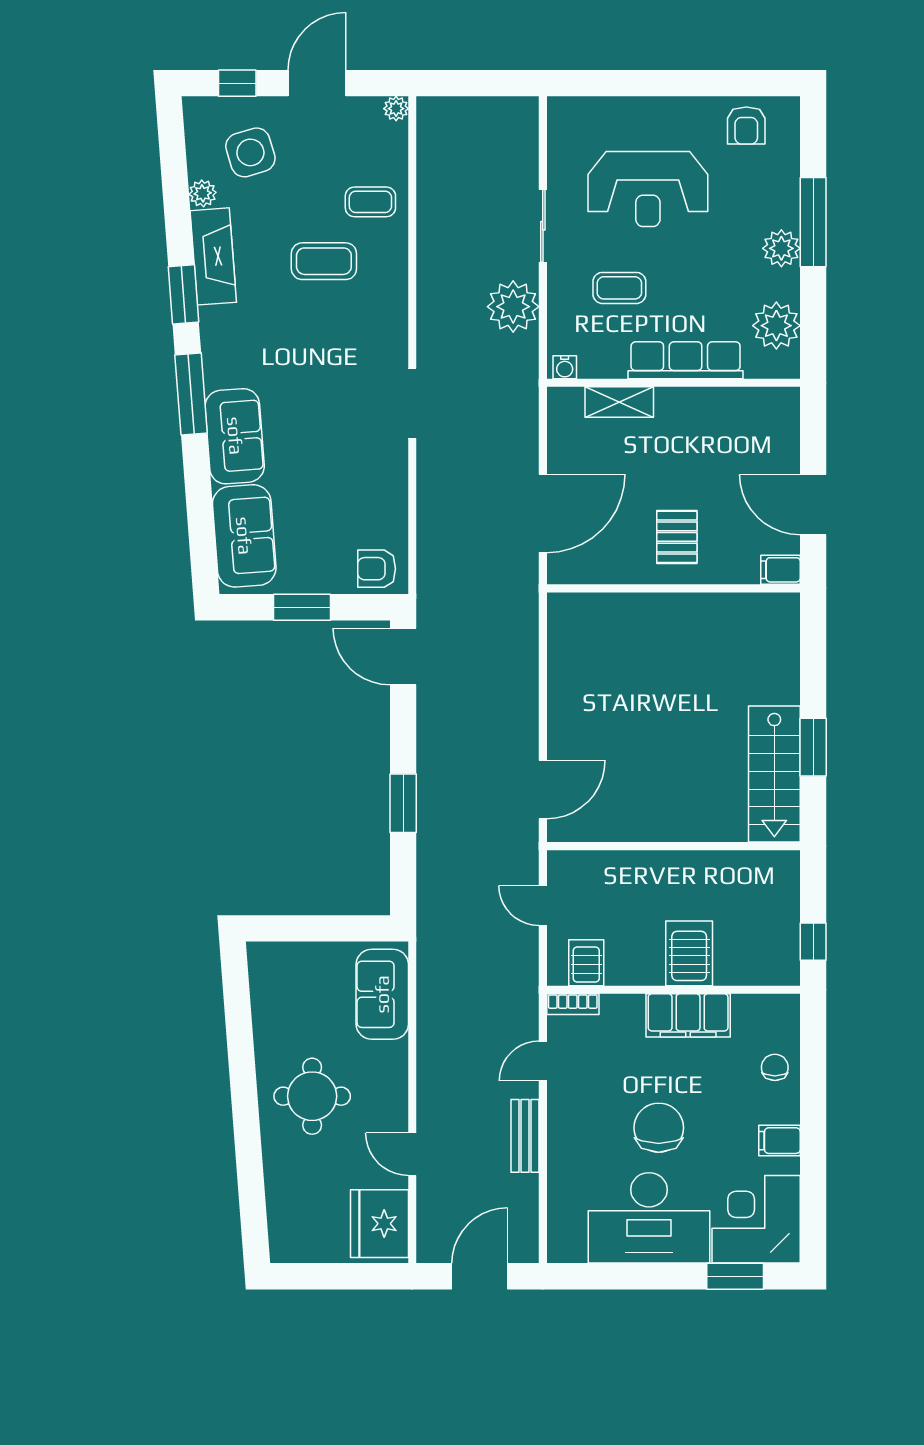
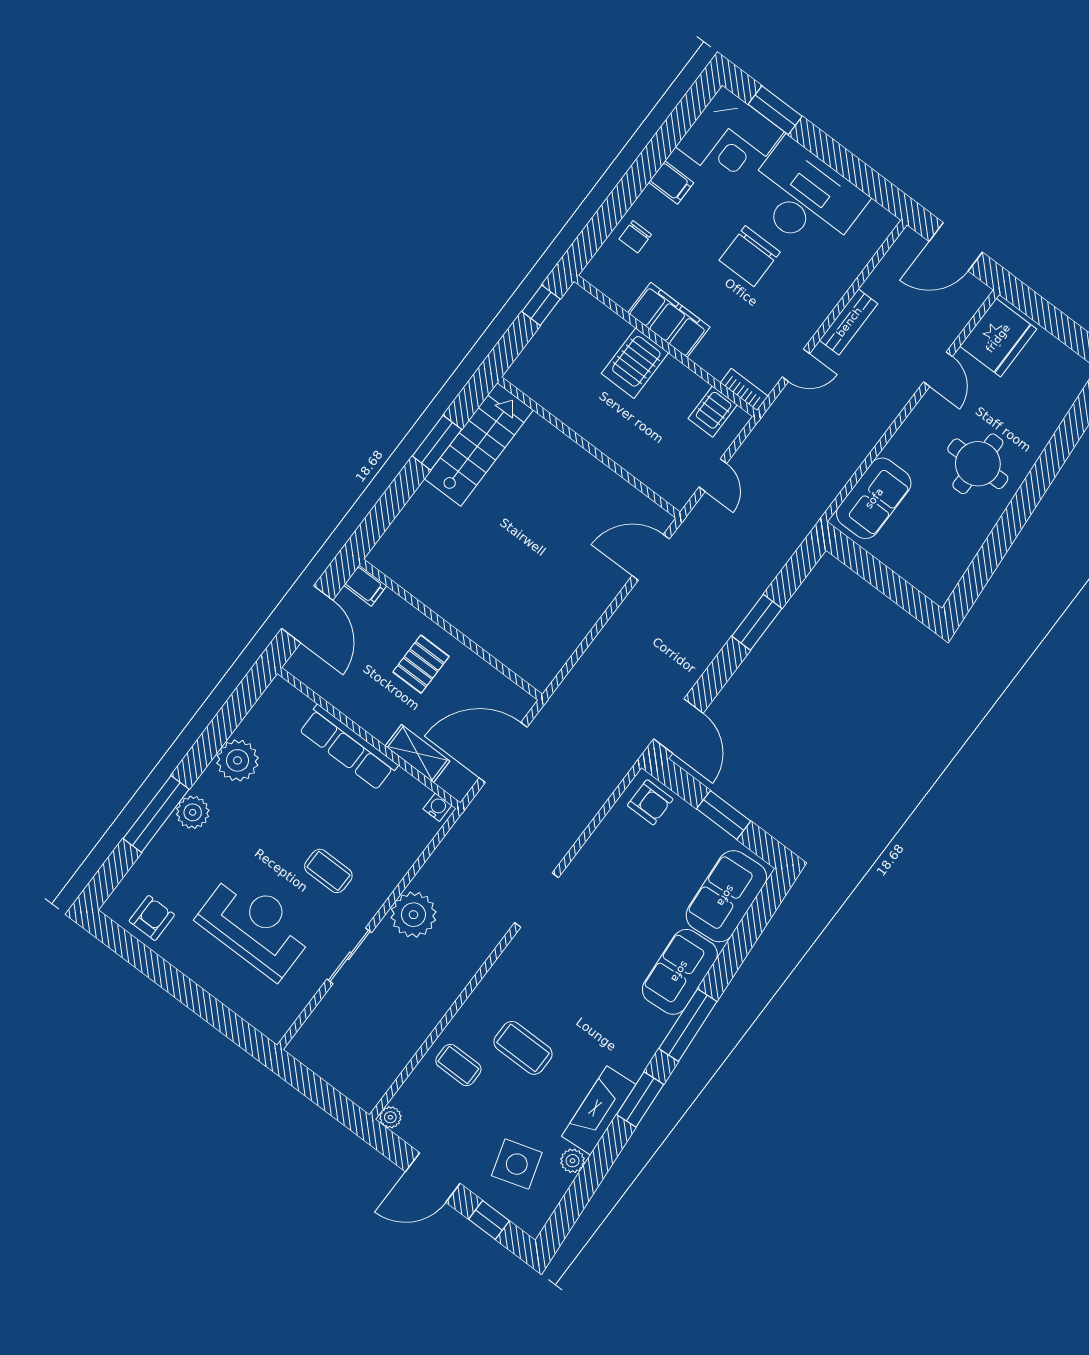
row of seats: (686, 360) -> (348, 748), moved
water cooler: (565, 367) -> (437, 807), moved
wall: (673, 383) -> (369, 738), moved
shelving: (619, 402) -> (417, 754), moved

